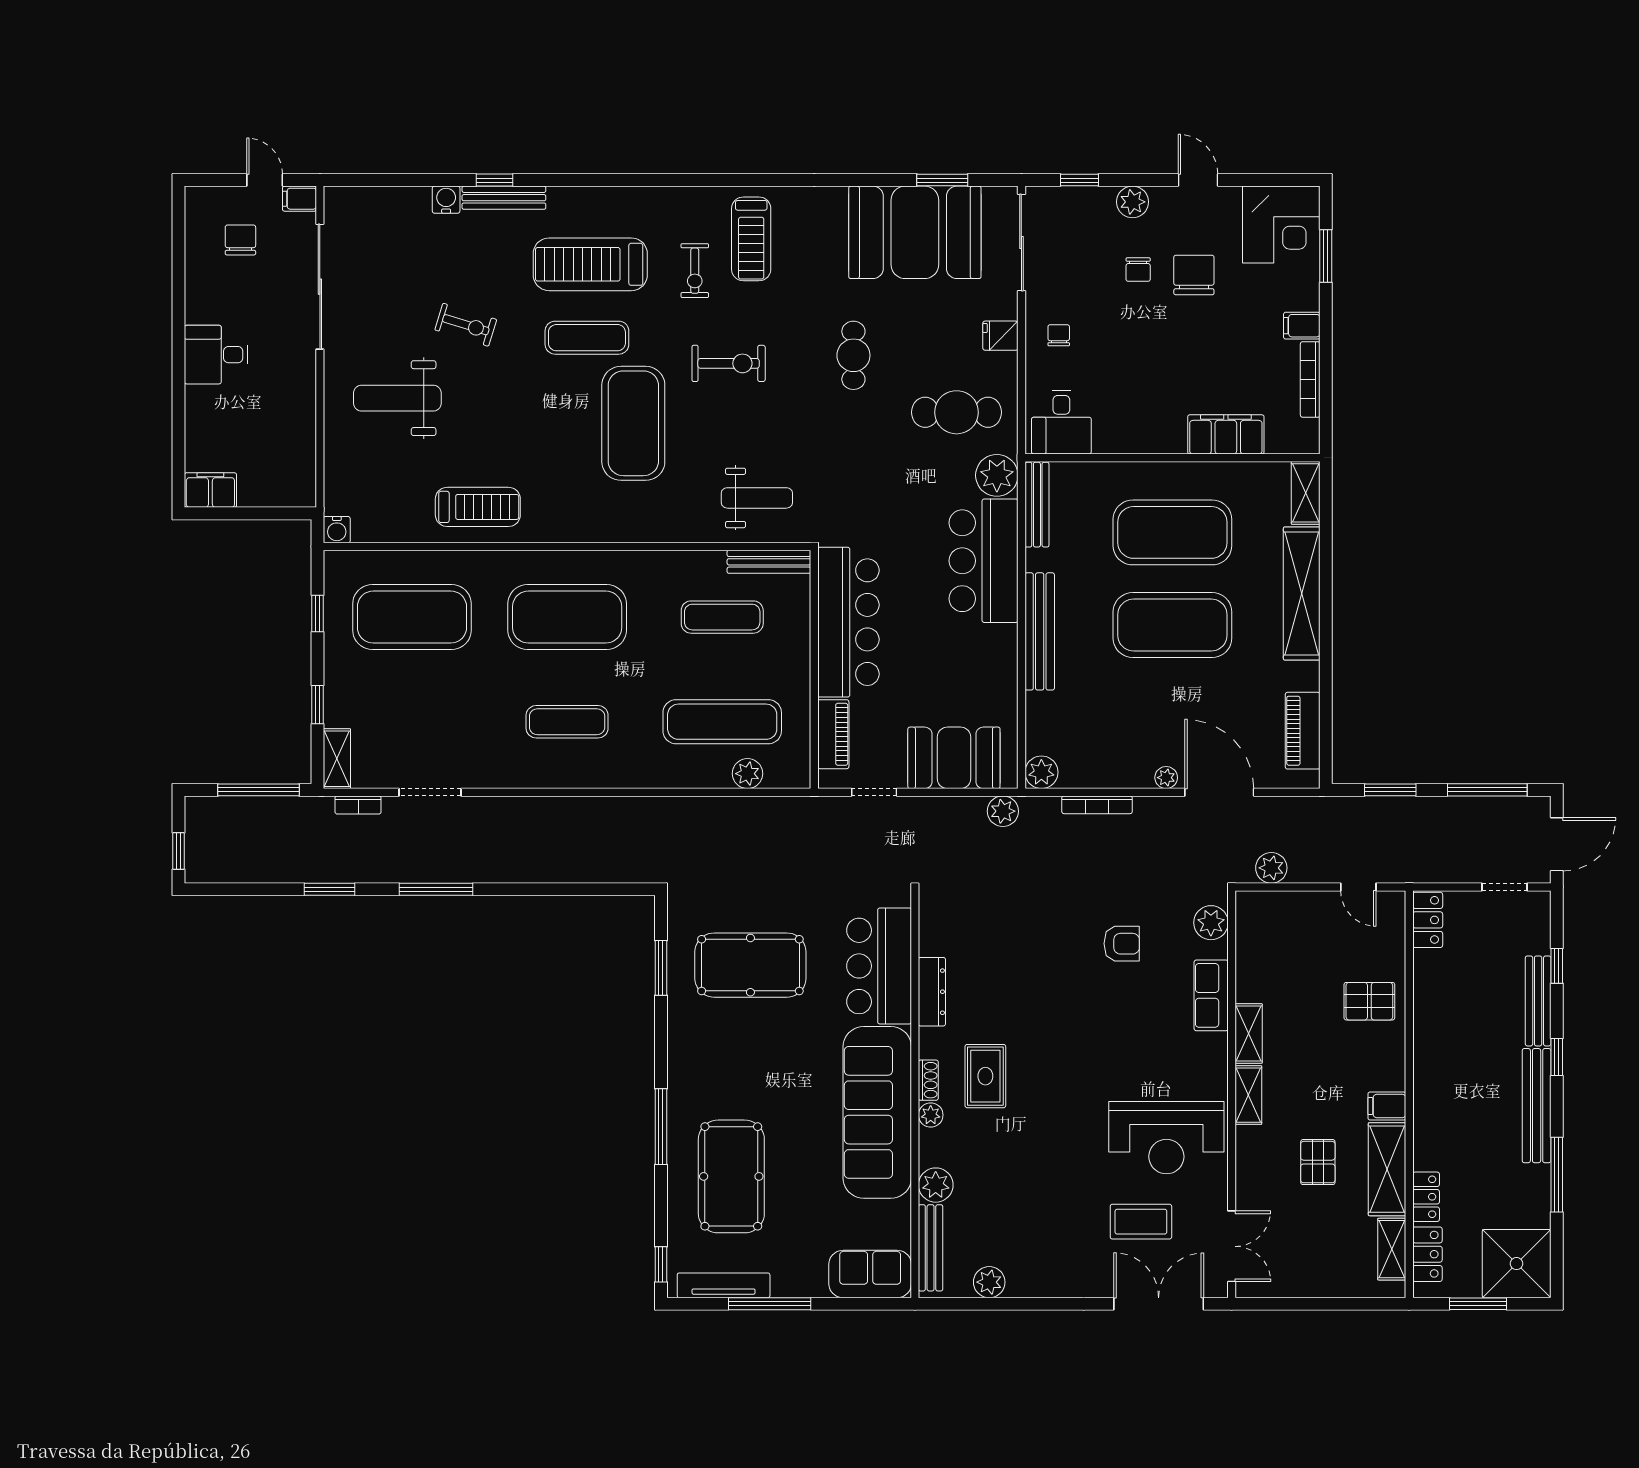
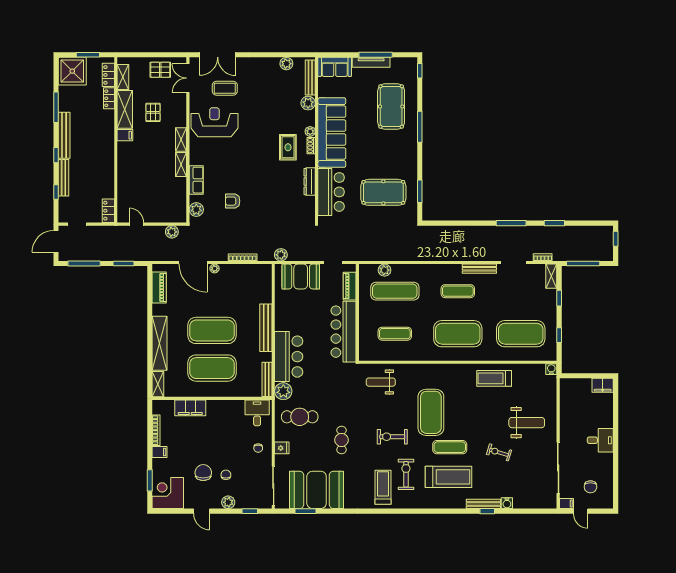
exercise bike: (695, 271) -> (406, 474), width x1.38, depth x1.39
chair: (1194, 275) -> (203, 473), turned 180
bench: (769, 562) -> (479, 269), moved
plant: (1041, 772) -> (265, 271), removed
pallet: (1369, 1001) -> (160, 70), moved
tv unit: (724, 1285) -> (371, 62), moved

